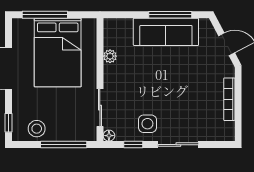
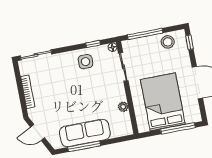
sliding door: (178, 145) -> (36, 55), moved

